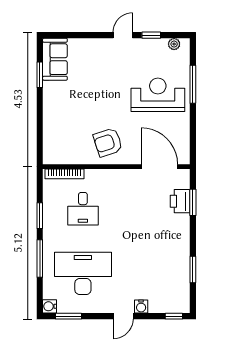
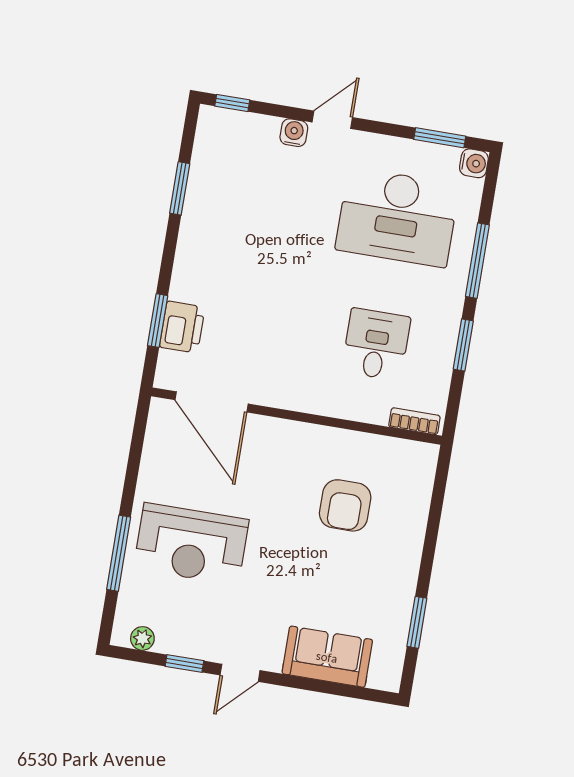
sofa: (55, 59) -> (327, 657), moved, turned 90
armchair: (108, 142) -> (345, 505), moved, turned 108
bookcase: (65, 174) -> (414, 421), width x0.64

